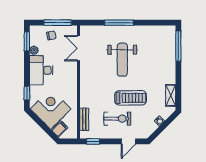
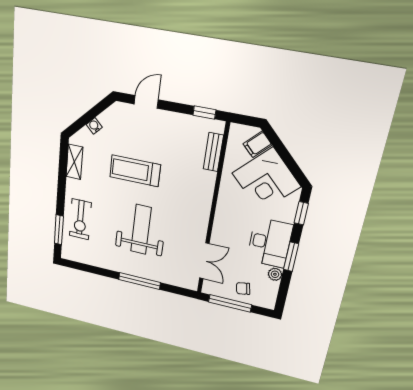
window: (27, 41) -> (291, 257), moved
window: (178, 46) -> (59, 230), width x0.69
exercise bike: (117, 119) -> (80, 219), moved, turned -90

